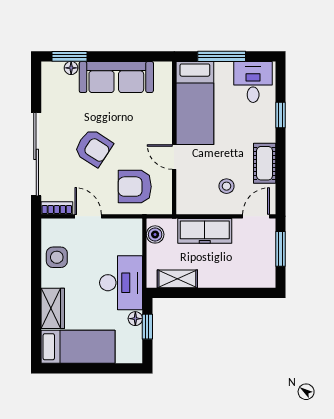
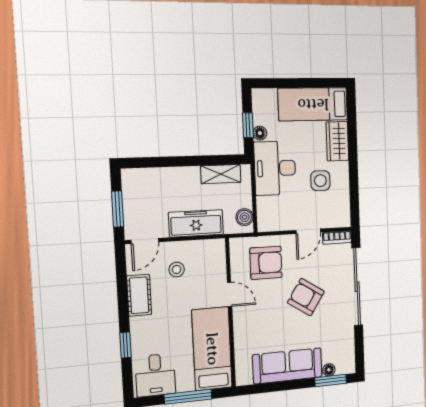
door: (88, 216) -> (308, 231), hinge flipped
side table: (57, 257) -> (320, 181), moved

